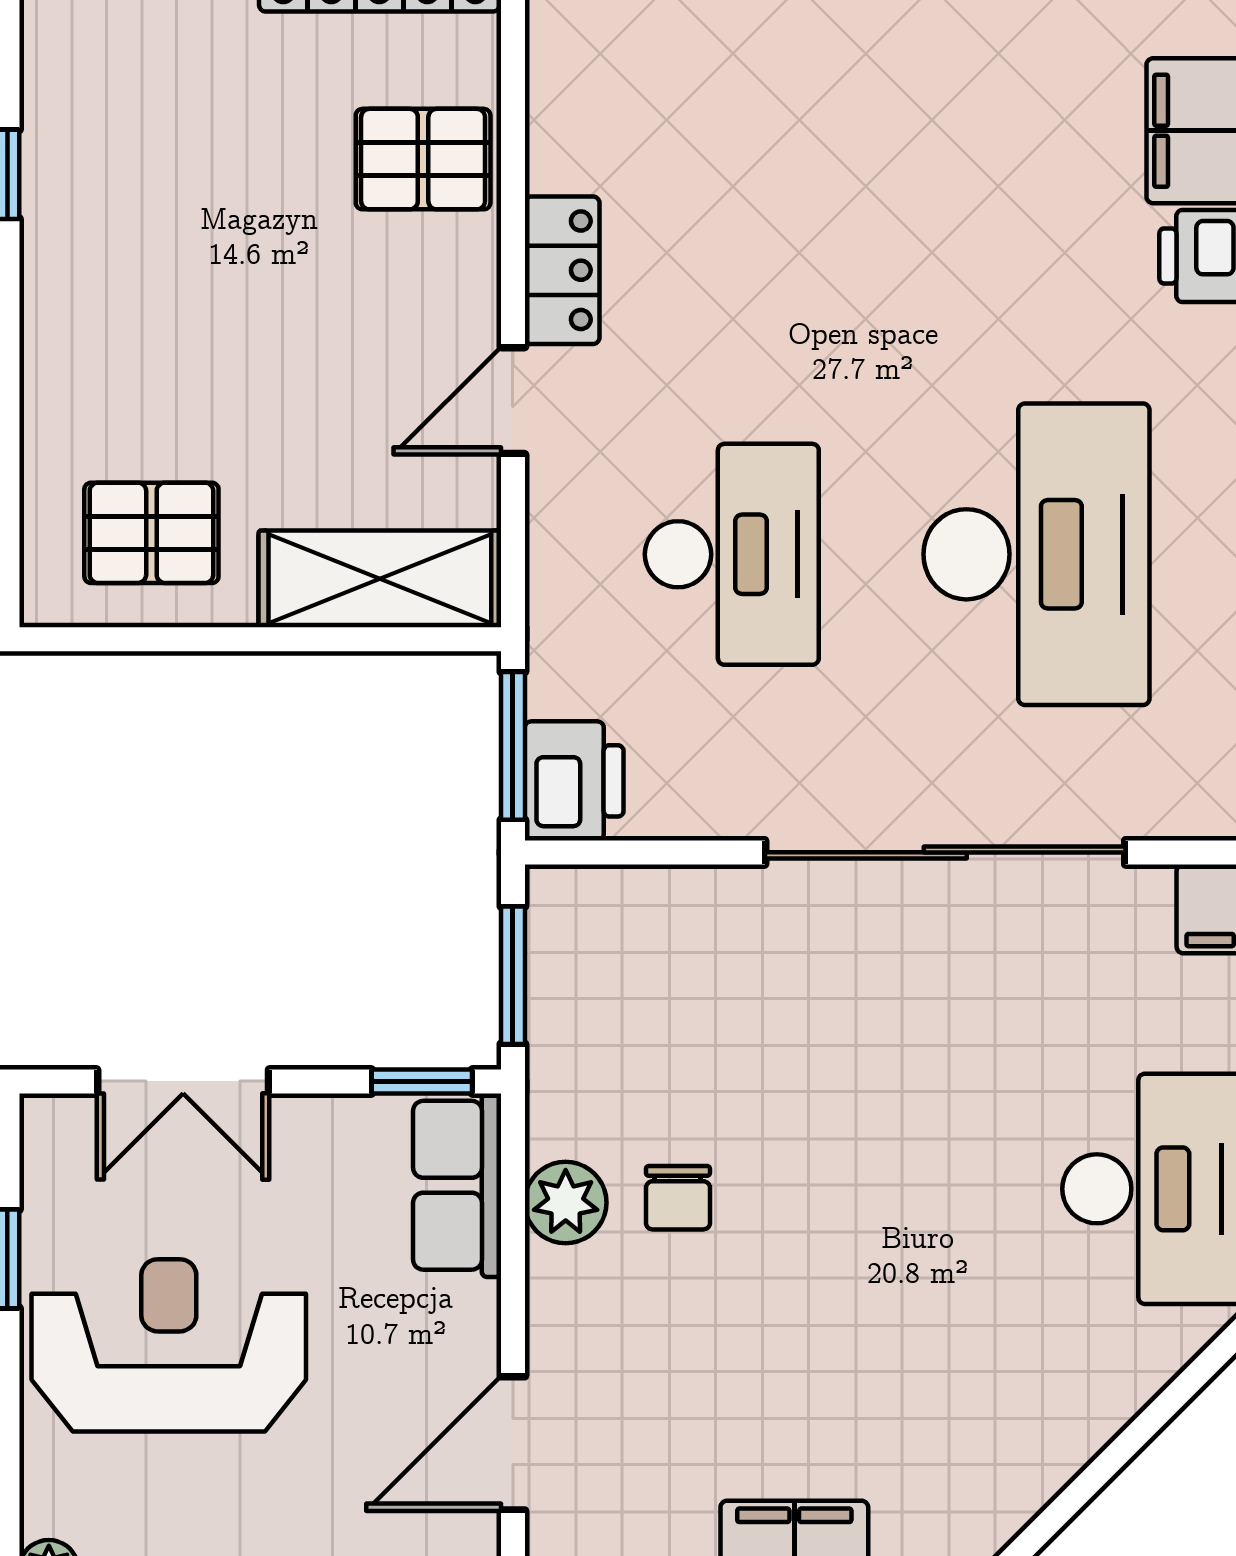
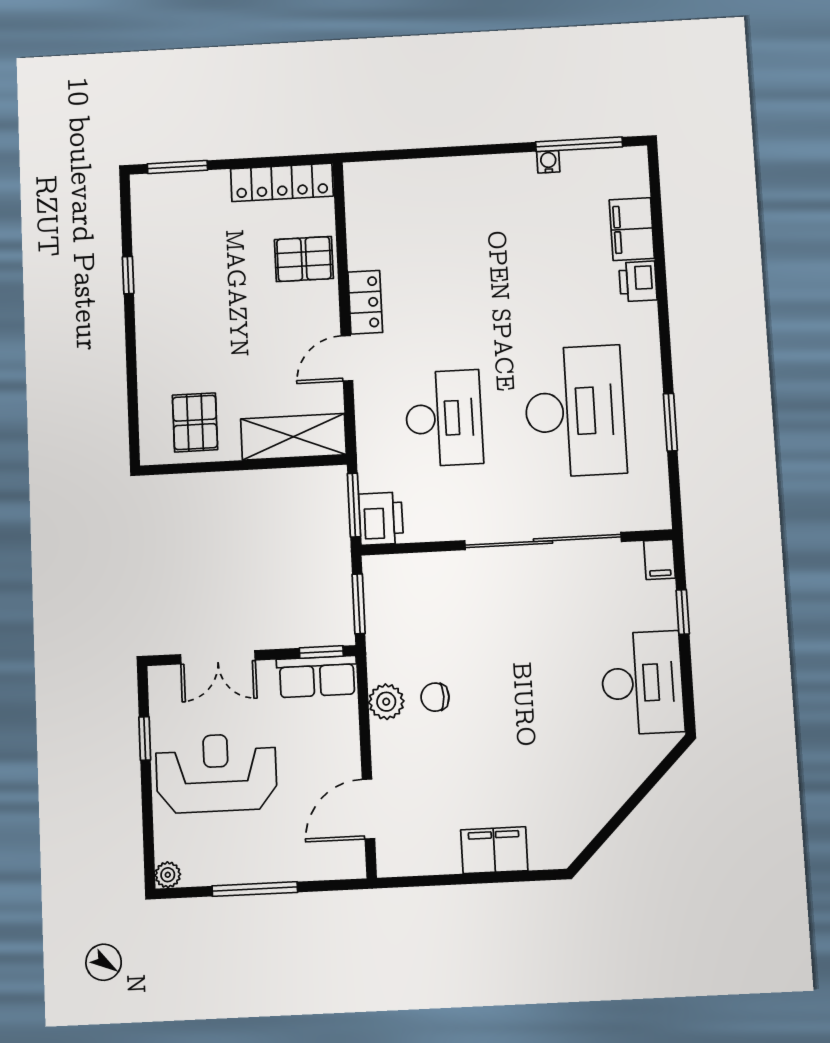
pallet: (151, 533) -> (195, 422), turned 90
row of seats: (457, 1185) -> (317, 677), moved, turned -90
chair: (678, 1198) -> (435, 697), turned 90

